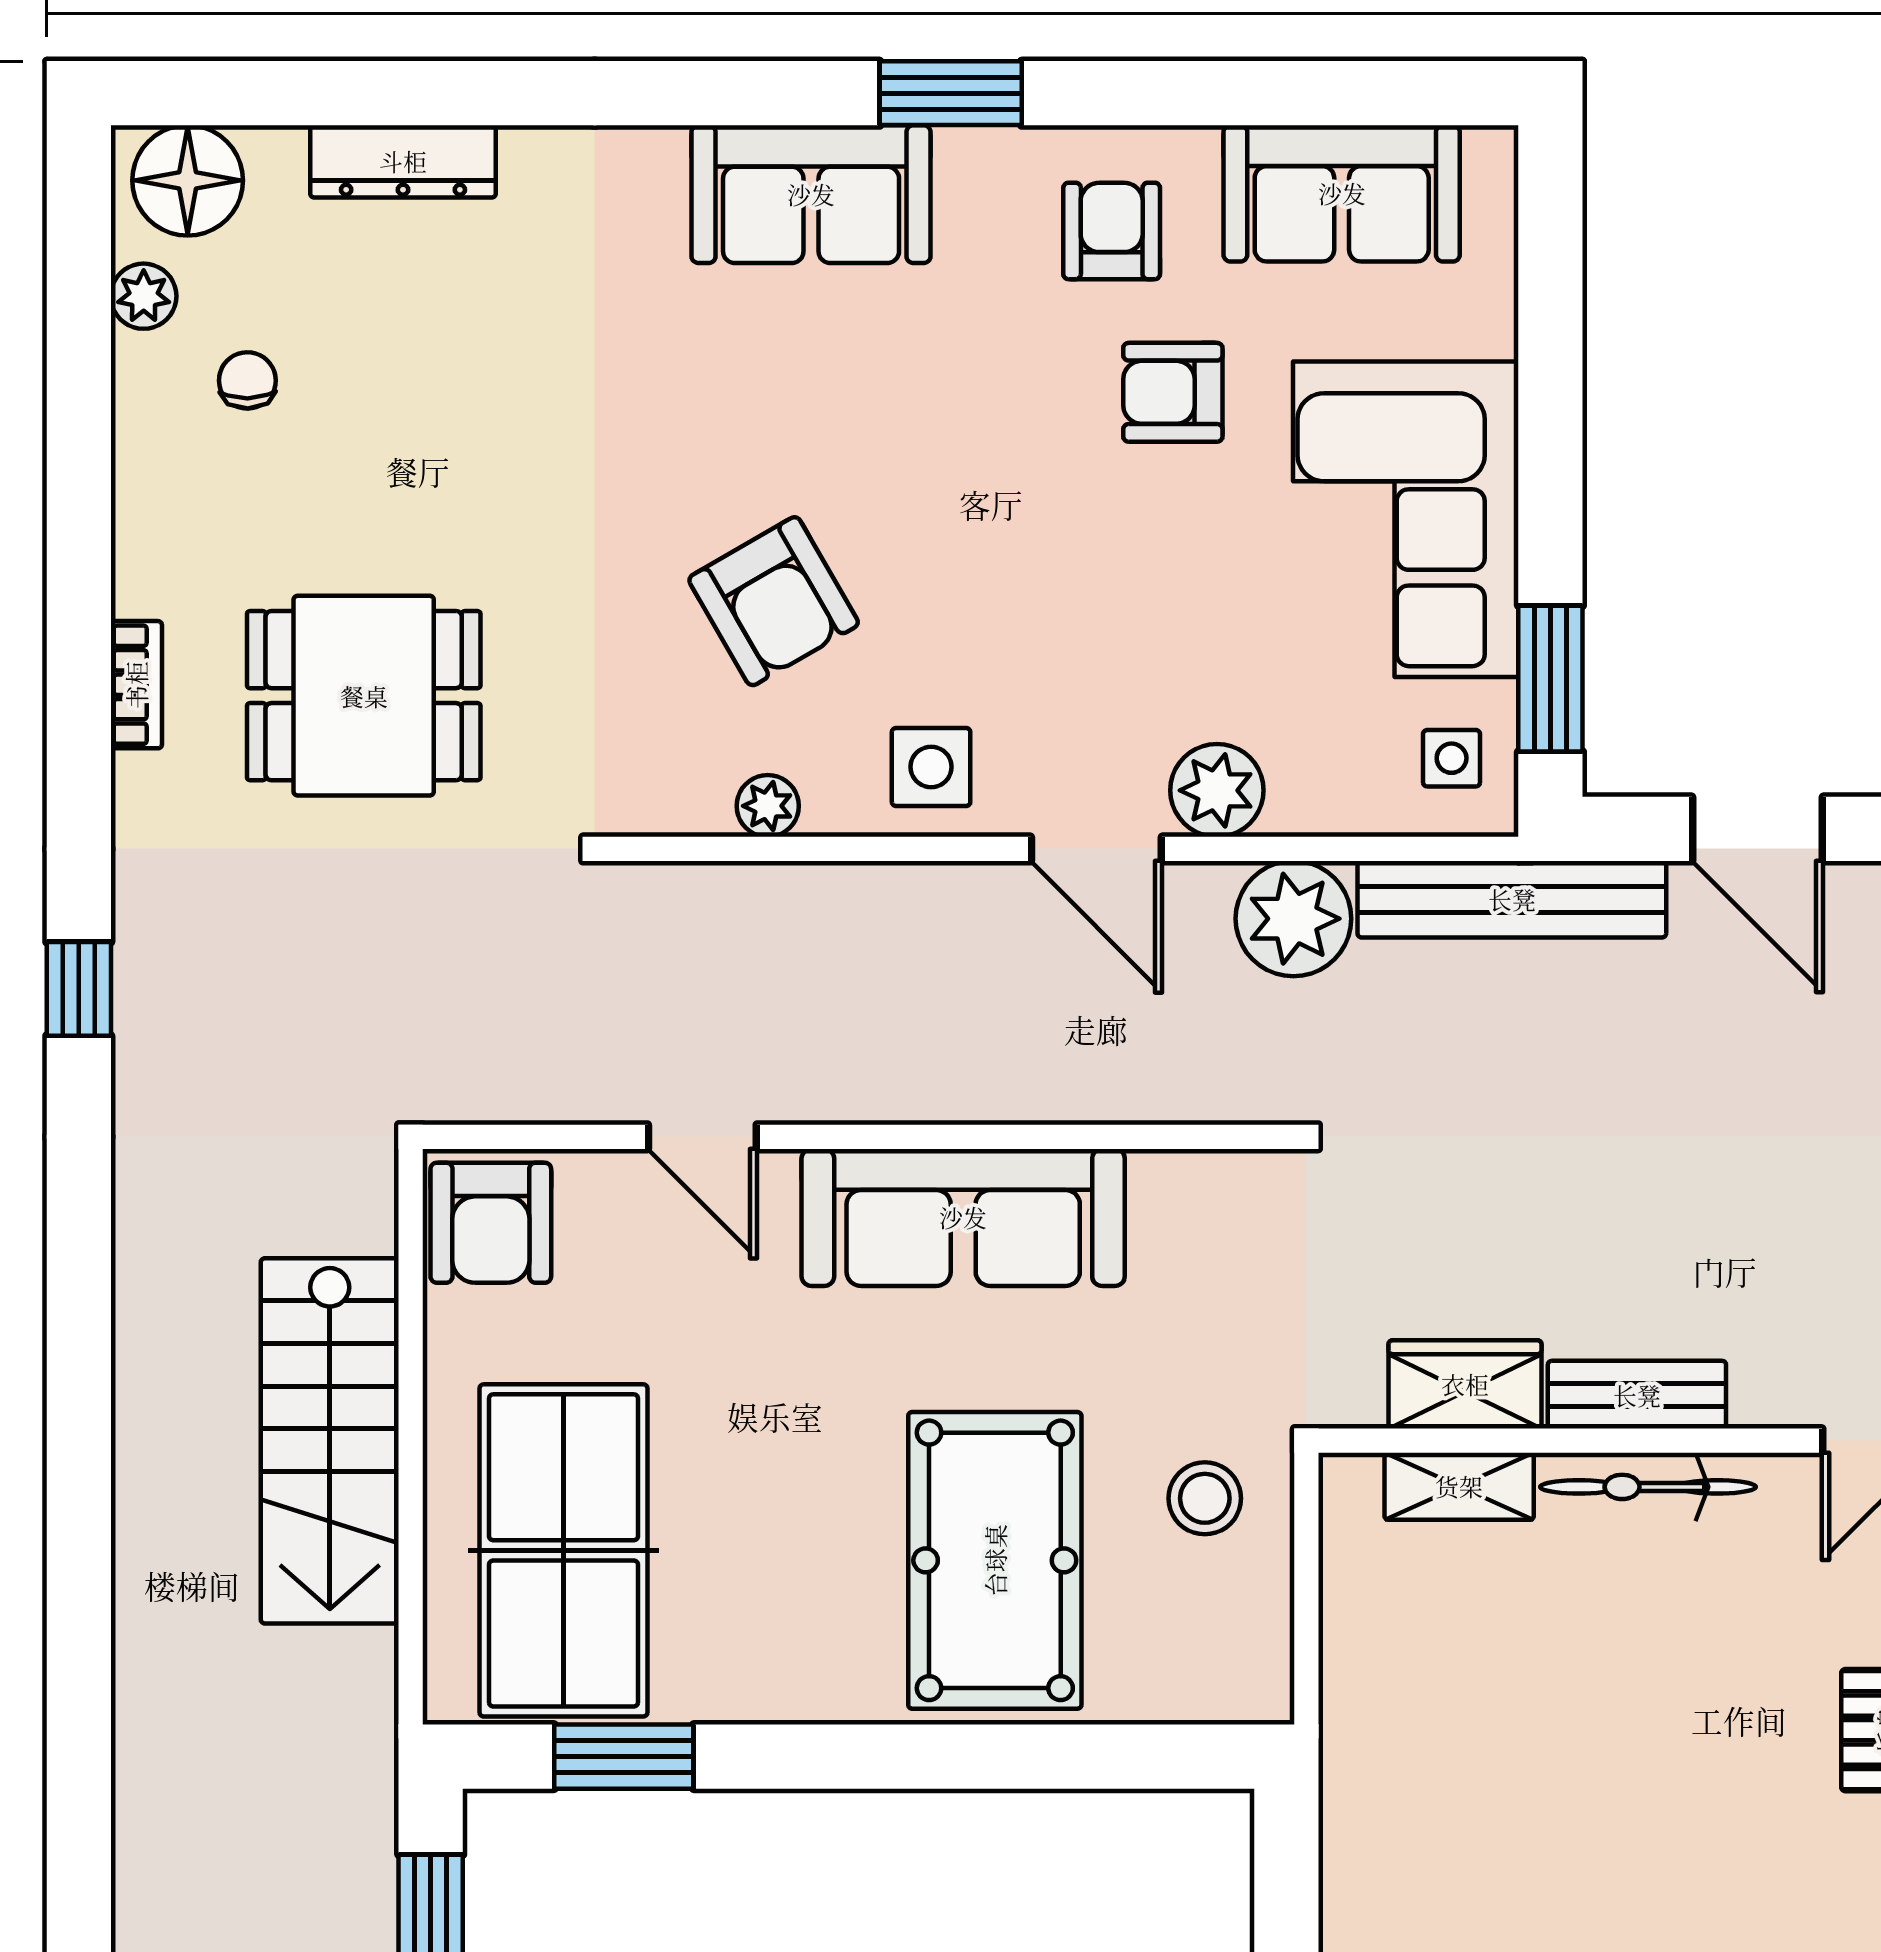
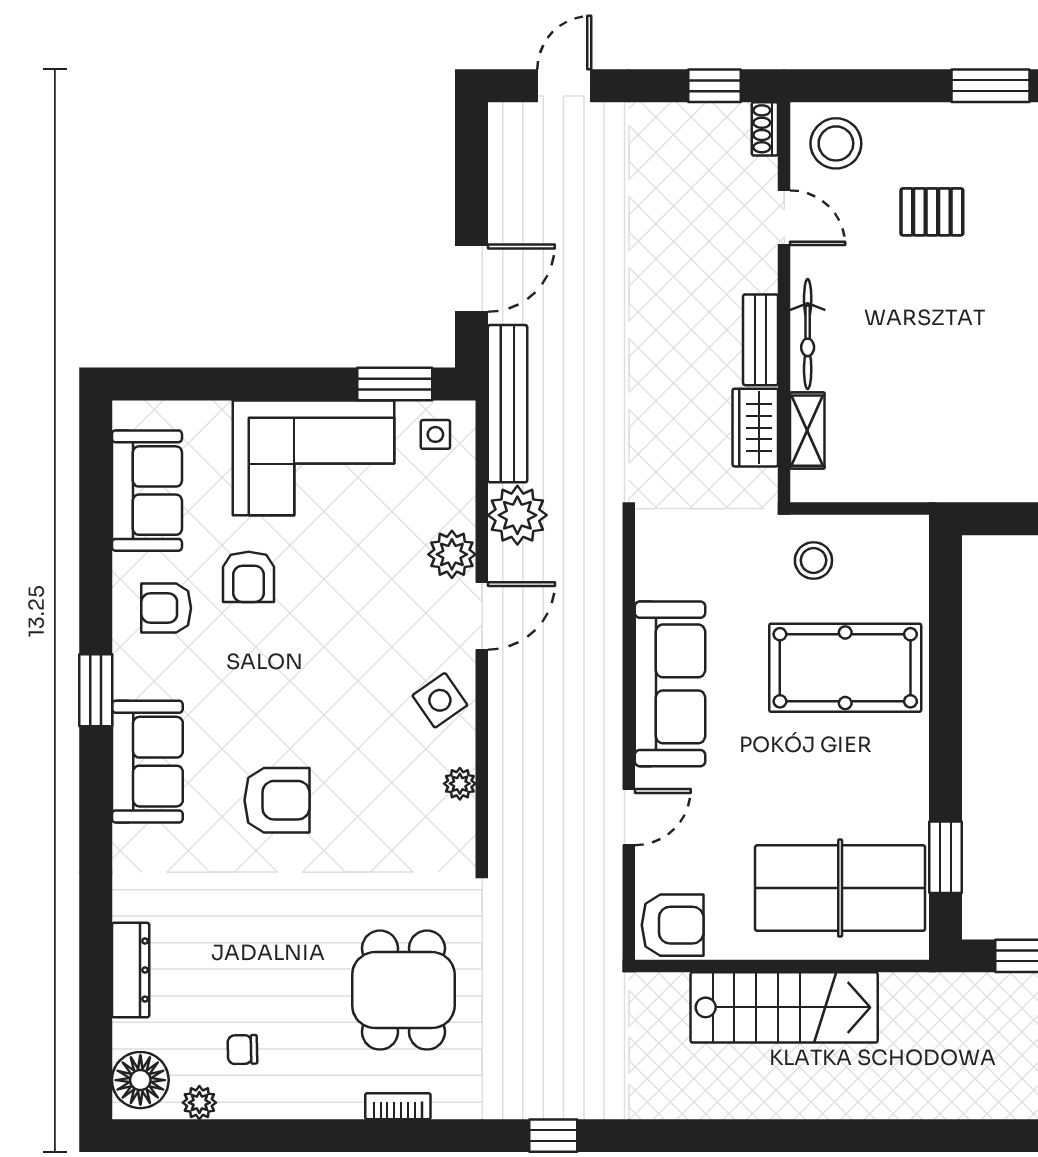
armchair: (774, 601) -> (277, 800), moved, turned 30
side table: (931, 767) -> (440, 700), turned -35

